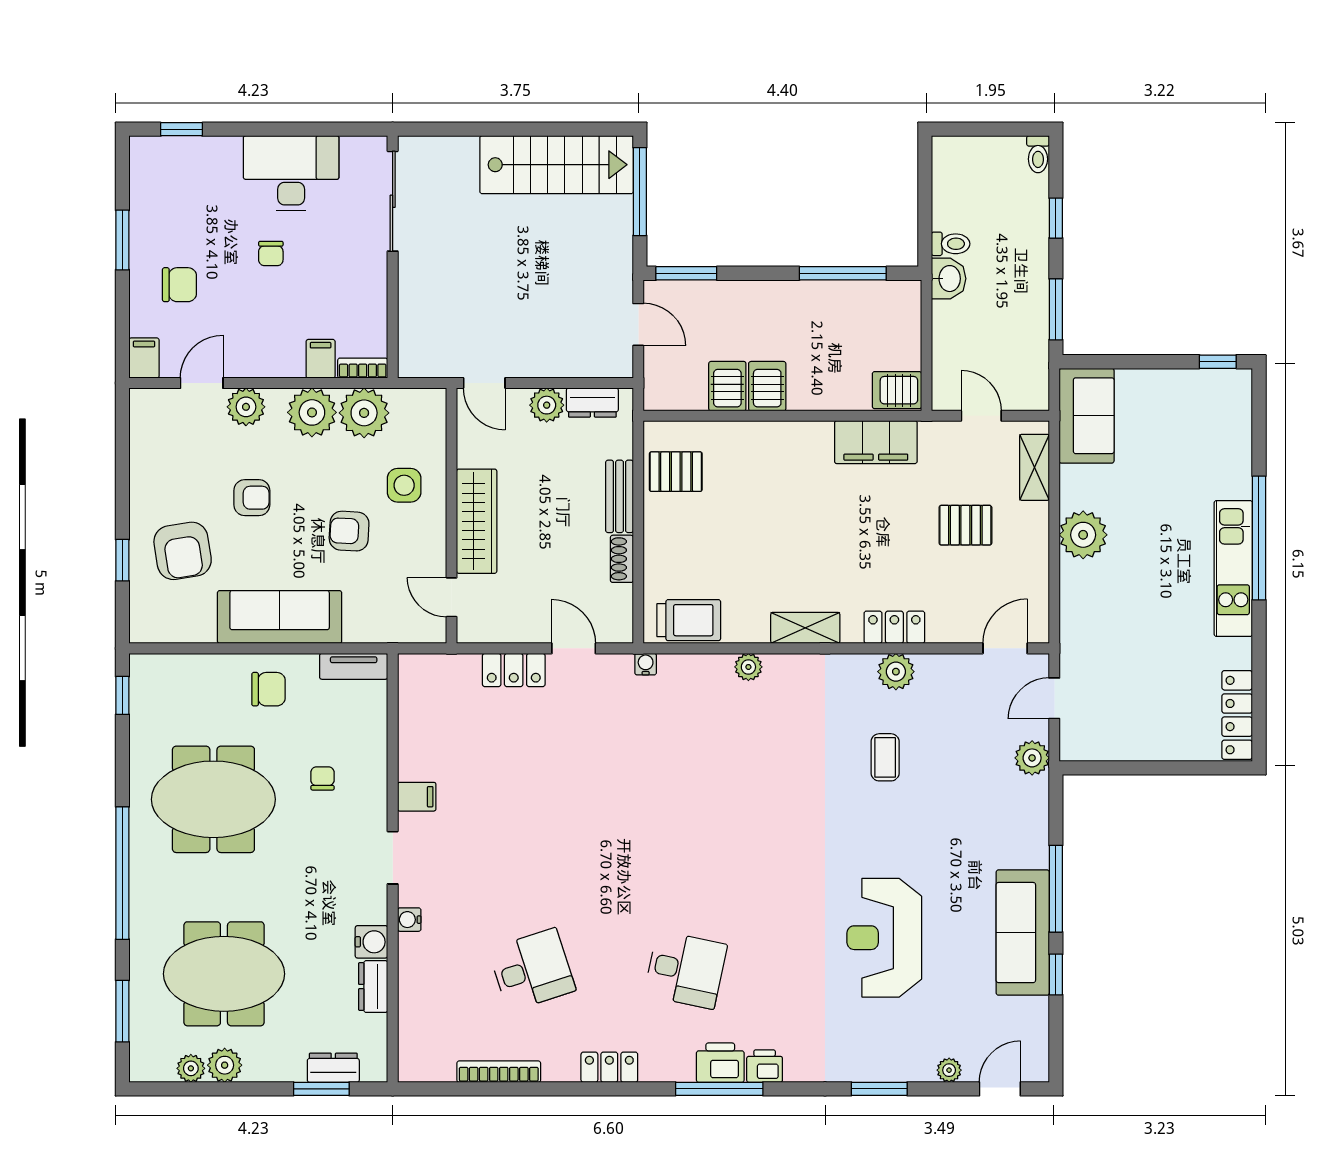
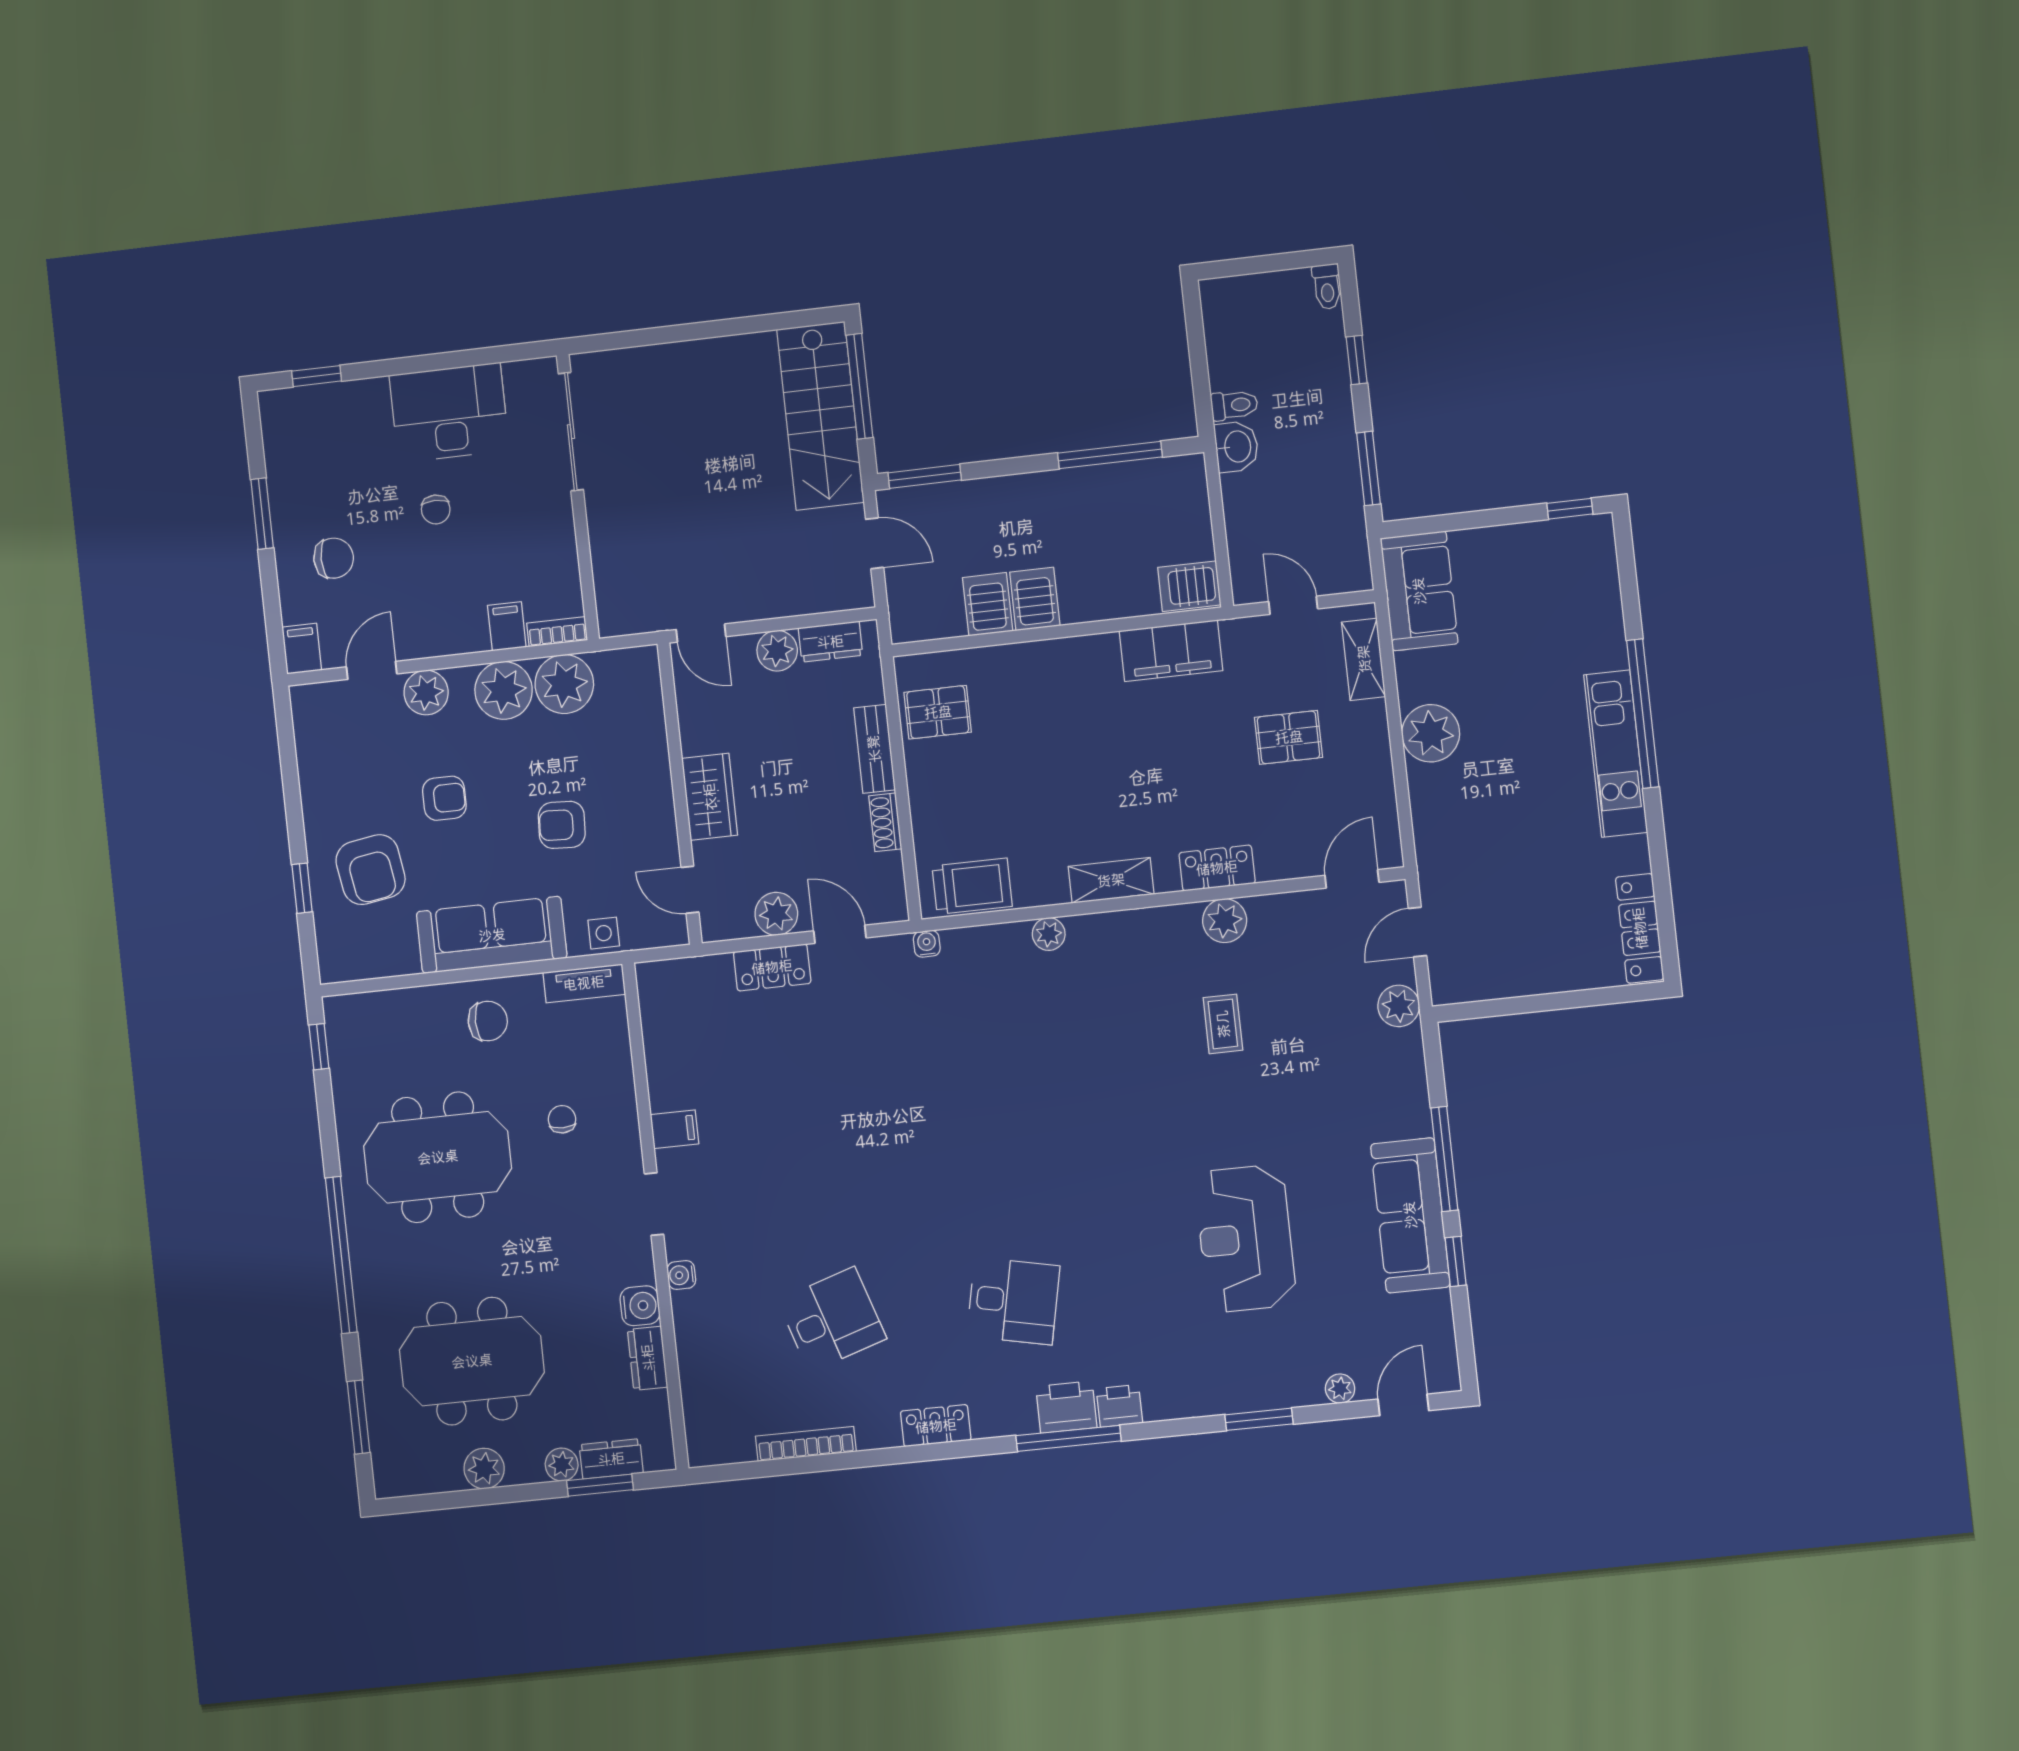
stairs: (557, 165) -> (820, 416), moved, turned 90
side table: (404, 485) -> (604, 933), moved, width x0.73, depth x0.73
wardrobe: (477, 521) -> (710, 797), width x0.67
plant: (522, 625) -> (776, 914), added
plant: (191, 1068) -> (562, 1465), moved

